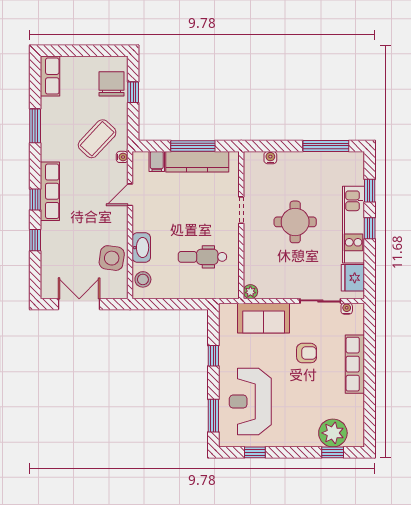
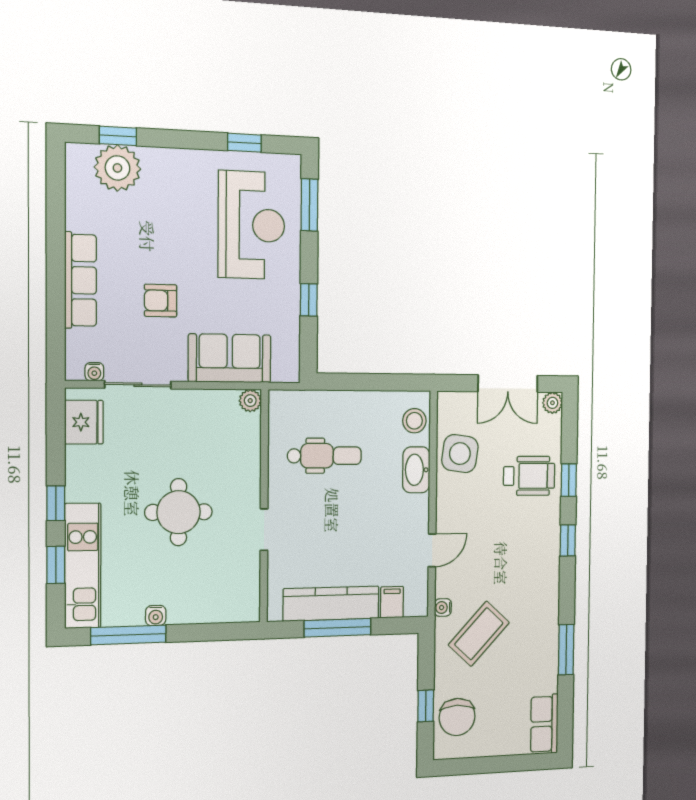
water cooler: (270, 158) -> (156, 616), moved
row of seats: (50, 191) -> (547, 553), removed
kitchen unit: (354, 225) -> (83, 566), moved
wheelchair: (63, 243) -> (529, 476), added
plant: (47, 292) -> (552, 403), added

